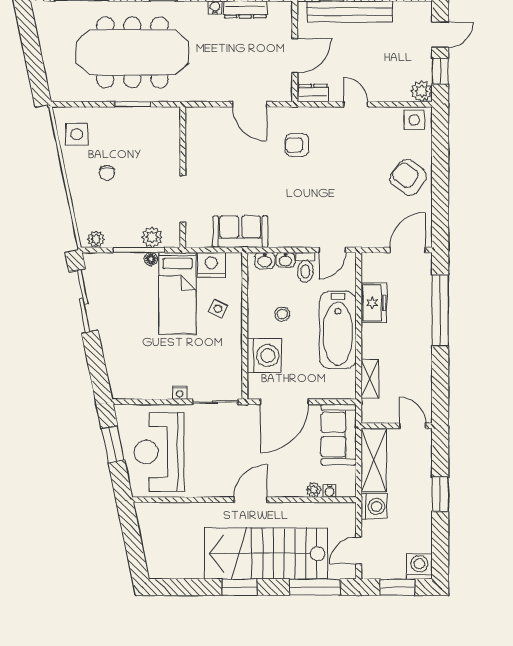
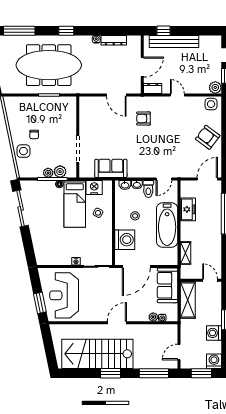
side table: (77, 134) -> (23, 151), moved
plant: (96, 239) -> (48, 173), moved
window: (113, 444) -> (40, 303), moved
washing machine: (374, 506) -> (214, 333), moved, turned 180
stairs: (266, 554) -> (97, 354), moved

